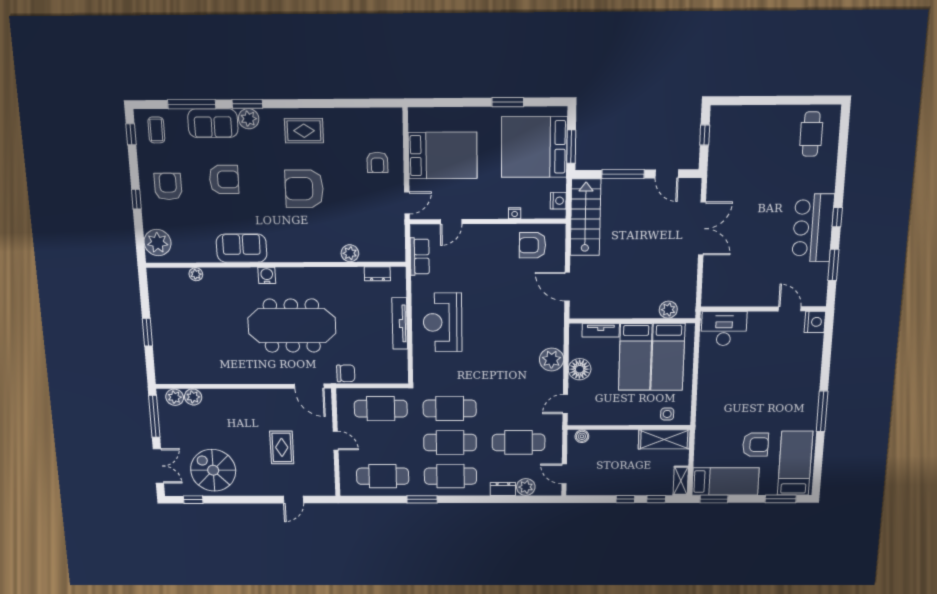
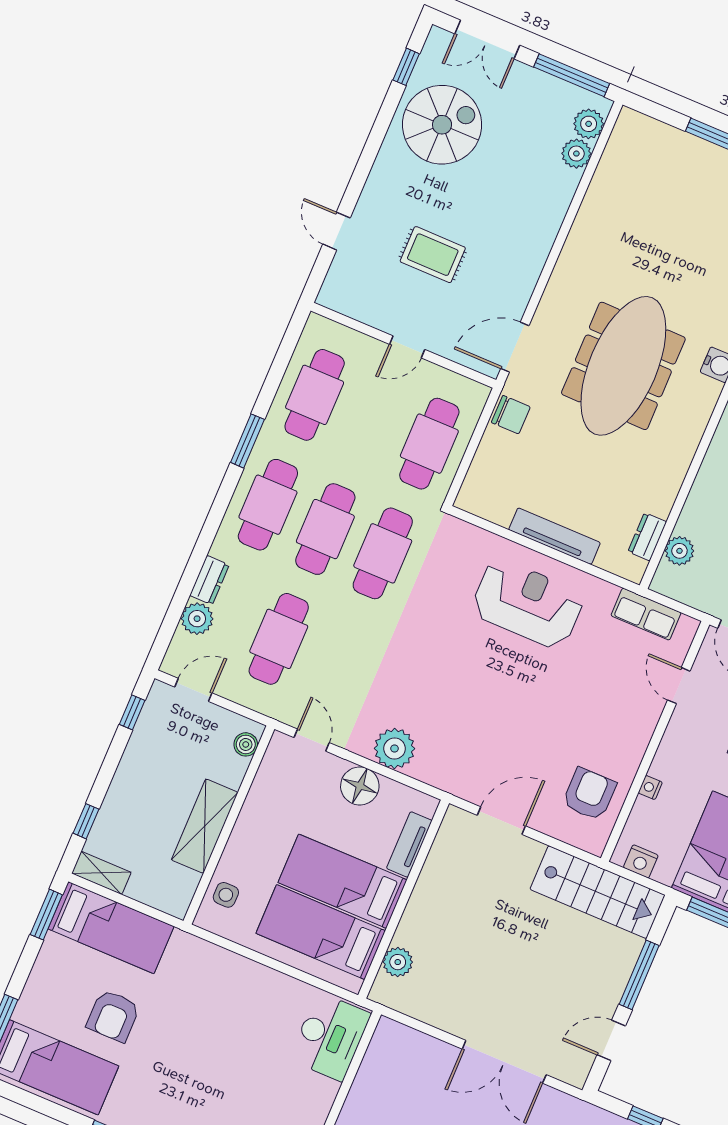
plant: (350, 253) -> (679, 551), moved
chair: (346, 373) -> (511, 415), turned -90
shelving: (664, 439) -> (205, 826), moved
bed: (725, 481) -> (111, 928), moved, turned -90
window: (625, 499) -> (132, 712), moved

